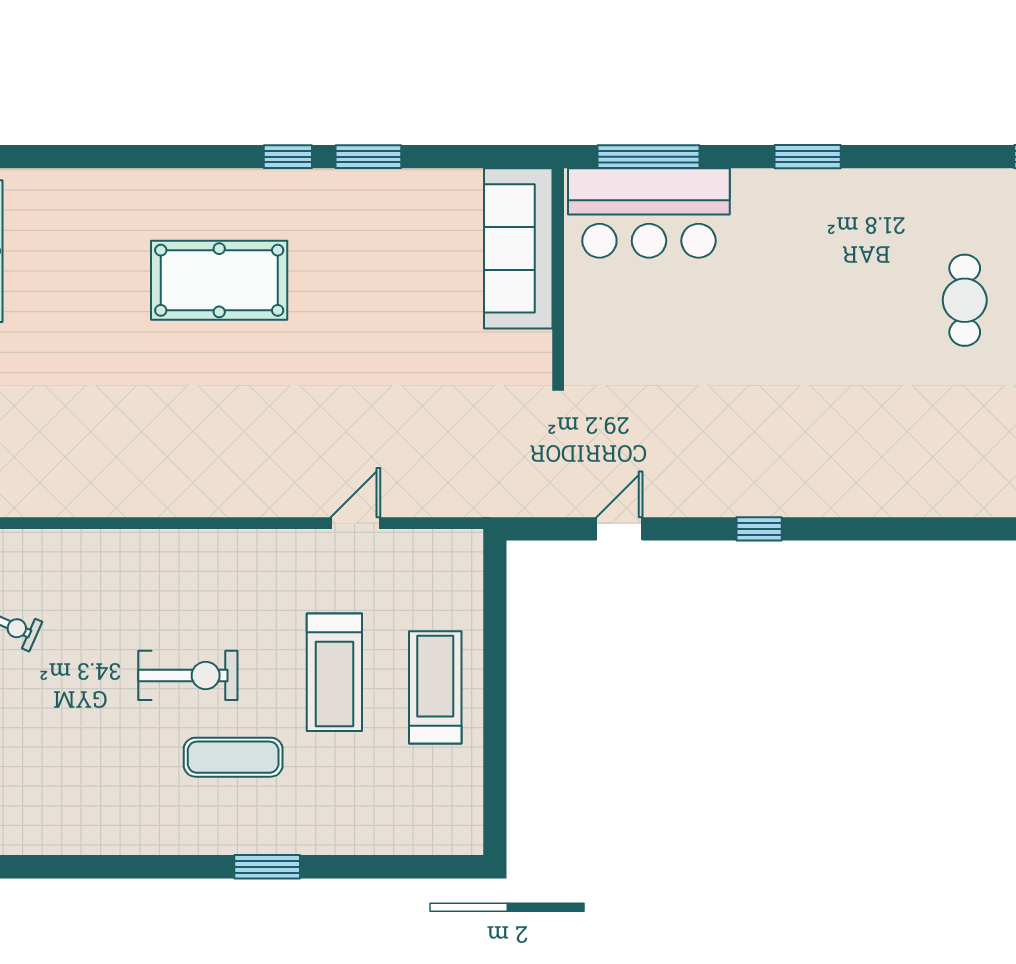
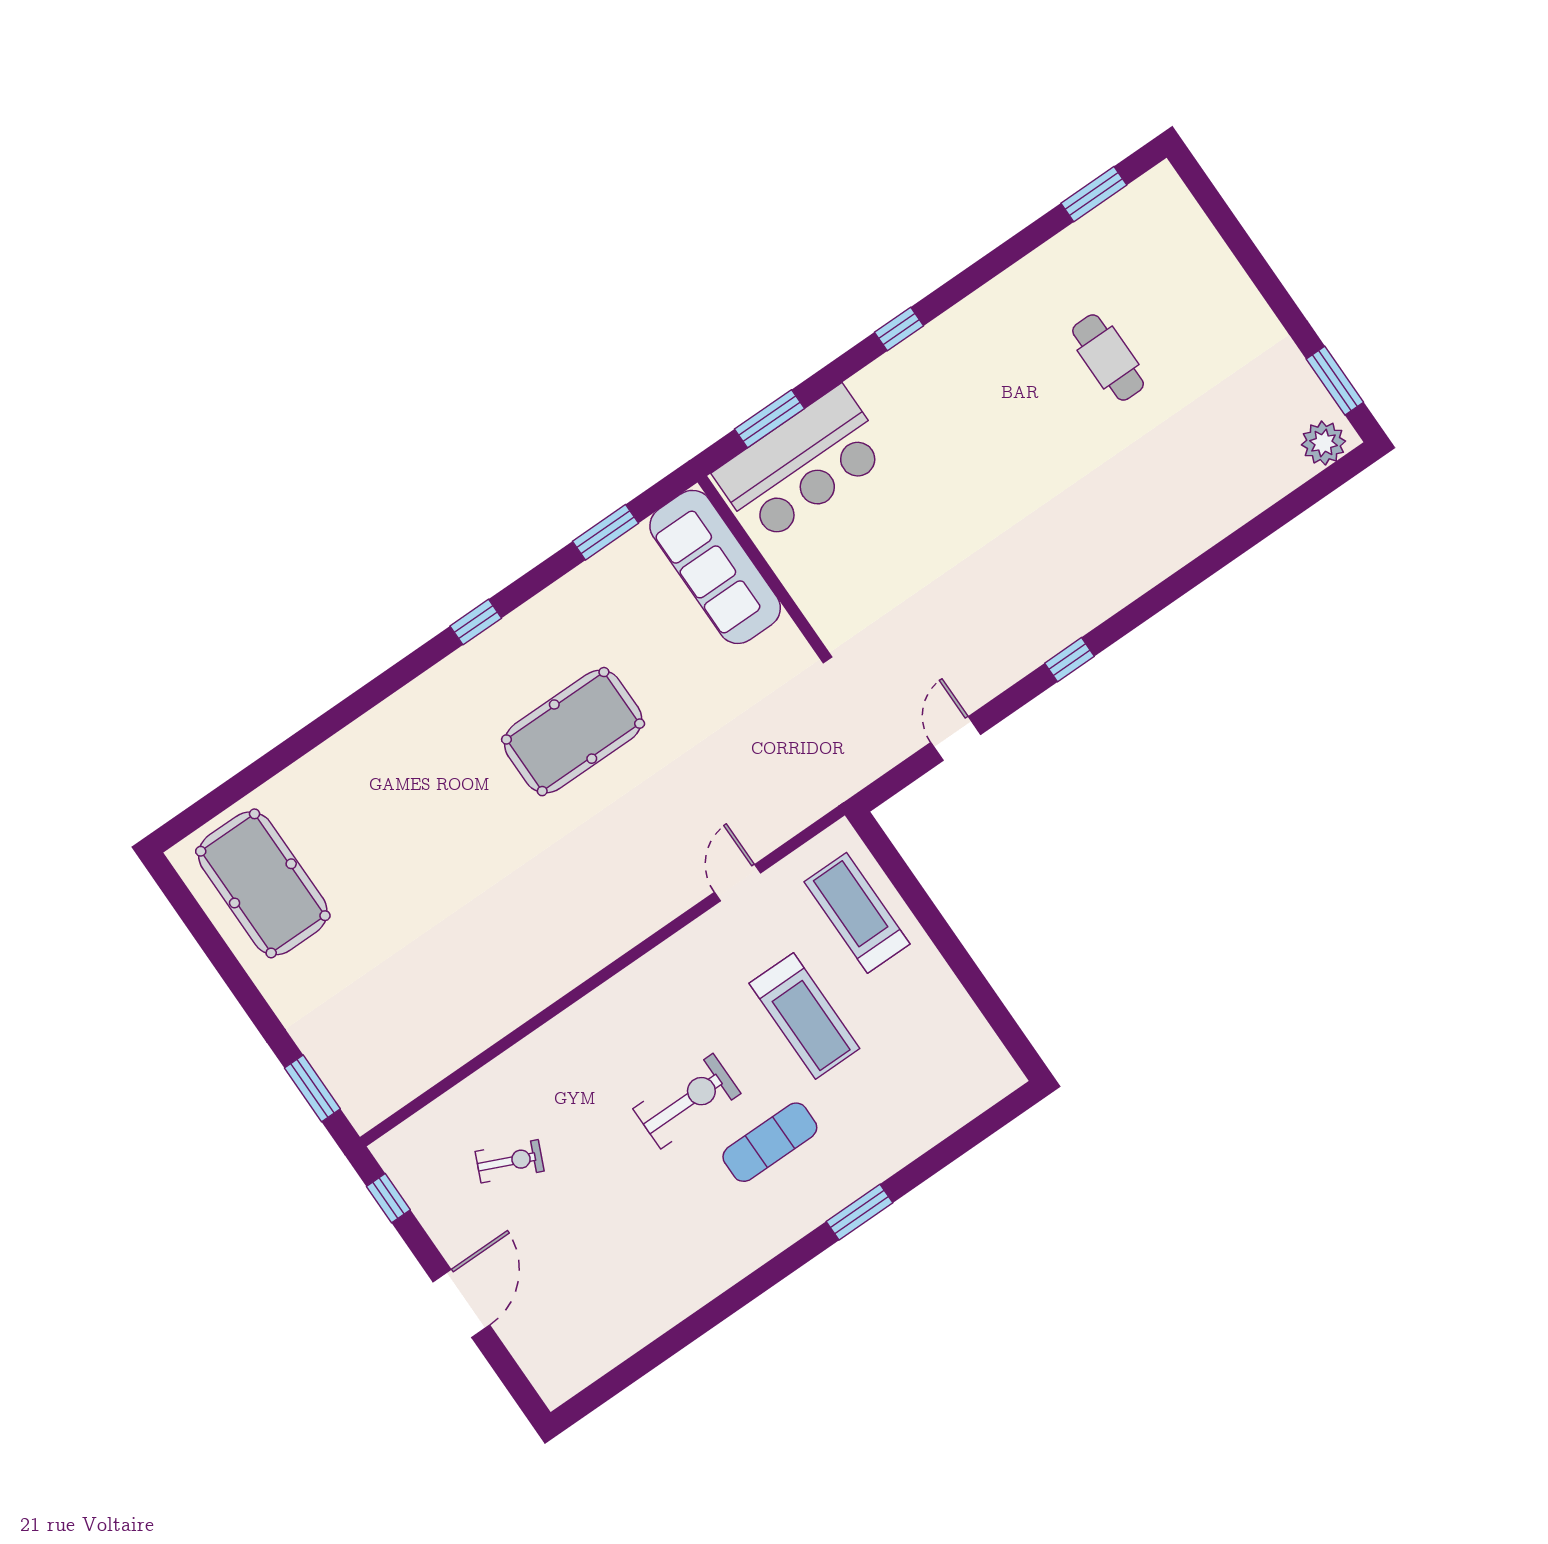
window: (368, 157) -> (606, 532), moved
window: (649, 157) -> (769, 419), width x0.69
window: (808, 157) -> (899, 329), width x0.67
pool table: (219, 280) -> (573, 732), moved
treadmill: (435, 687) -> (857, 913), moved

